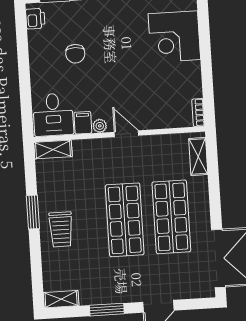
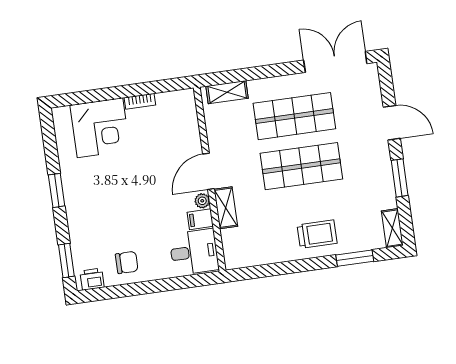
chair: (75, 54) -> (127, 262), moved
bookcase: (198, 113) -> (140, 101), moved
door: (126, 134) -> (209, 171), width x1.38
shelving: (53, 150) -> (226, 208), moved
window: (33, 212) -> (355, 258), moved

